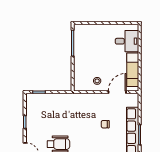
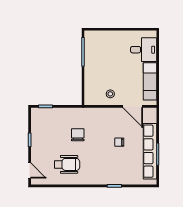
door: (117, 92) -> (133, 106), swing flipped
chair: (68, 118) -> (78, 135), added

